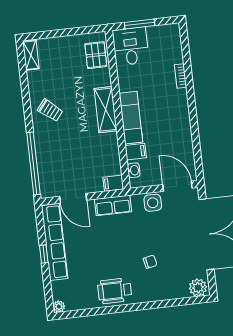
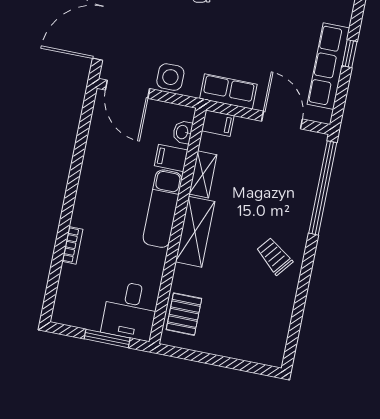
shelving: (31, 55) -> (203, 174), moved
row of seats: (55, 242) -> (328, 66), width x0.73

